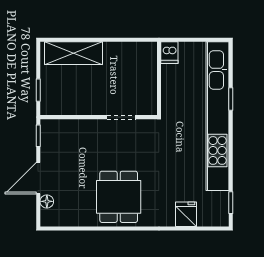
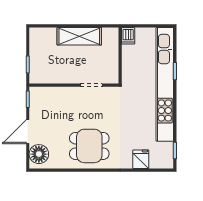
shelving: (74, 53) -> (79, 36), moved
dining table: (119, 197) -> (89, 146), turned 90
floor lamp: (47, 201) -> (39, 154), width x1.89, depth x1.89

